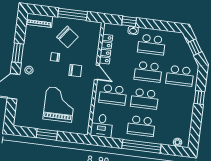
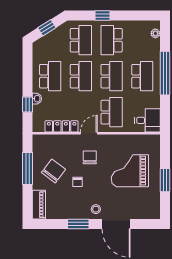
school desk: (176, 103) -> (112, 40), added

